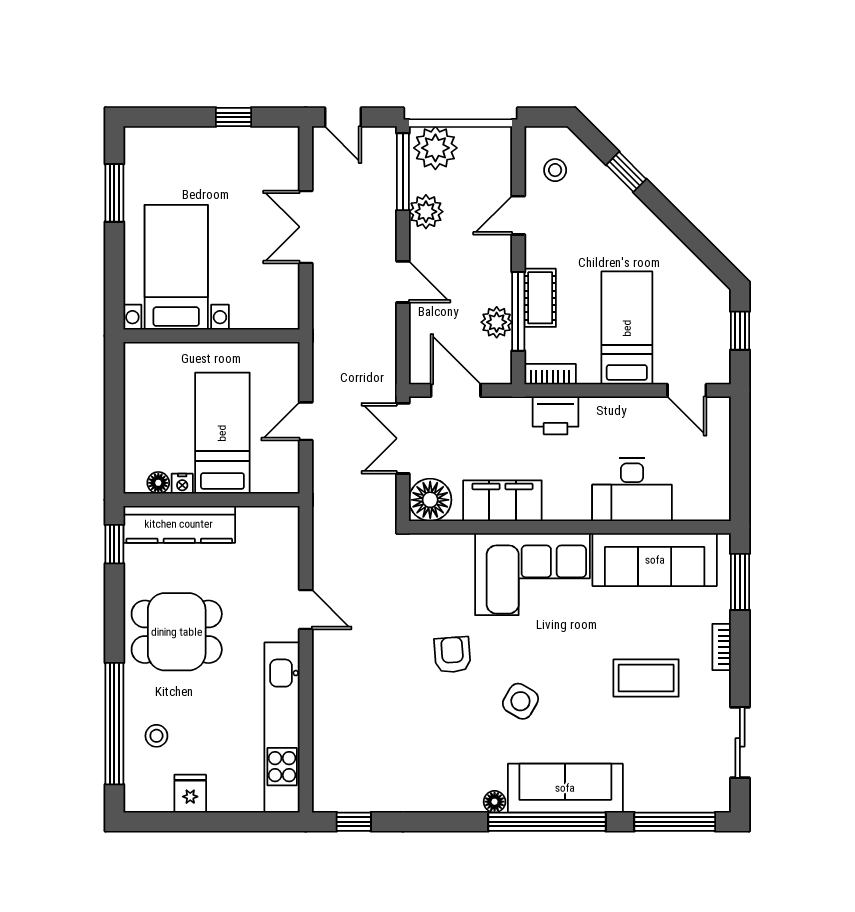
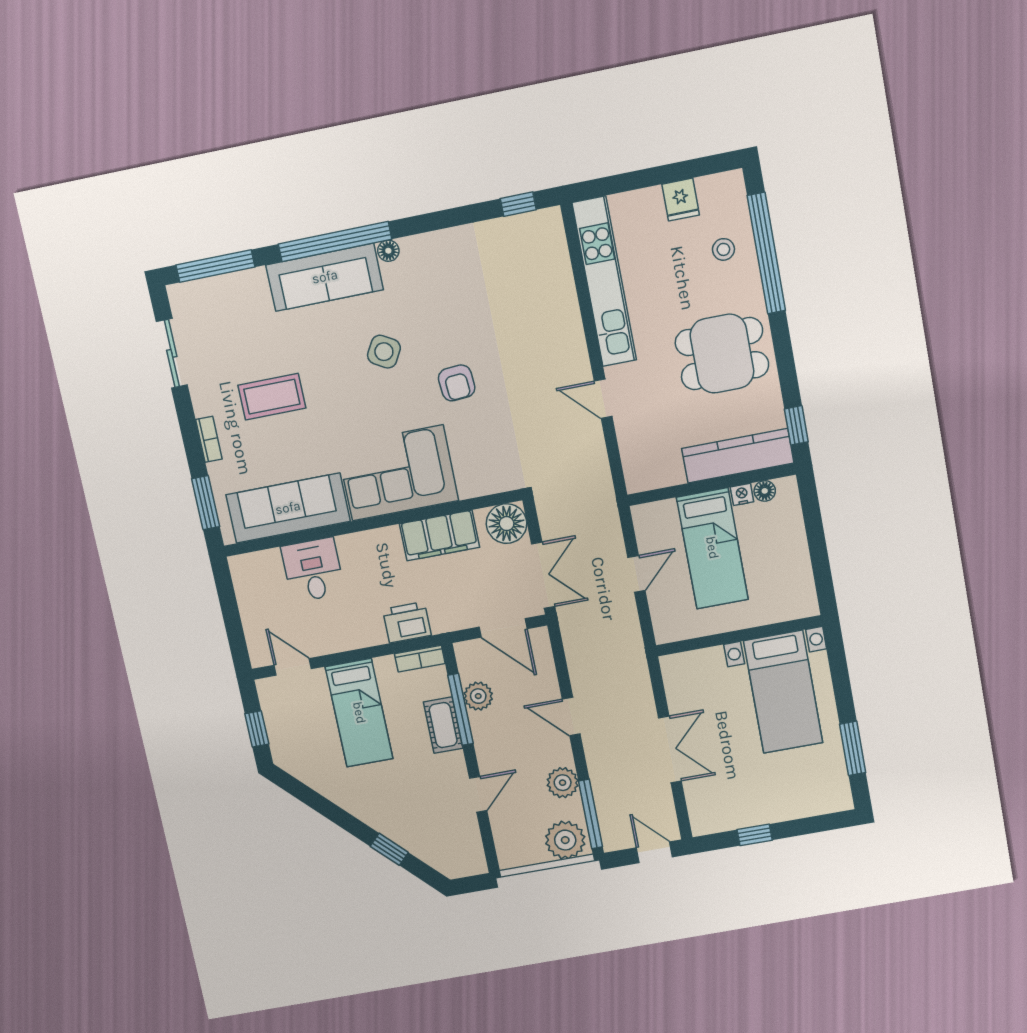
stool: (555, 170) -> (453, 840), removed
desk: (632, 490) -> (313, 570), width x0.73

